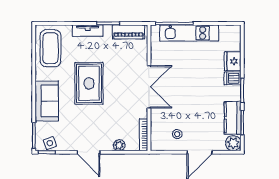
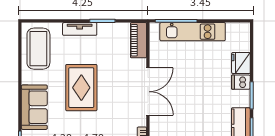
piano: (128, 32) -> (138, 40), moved, turned 90

